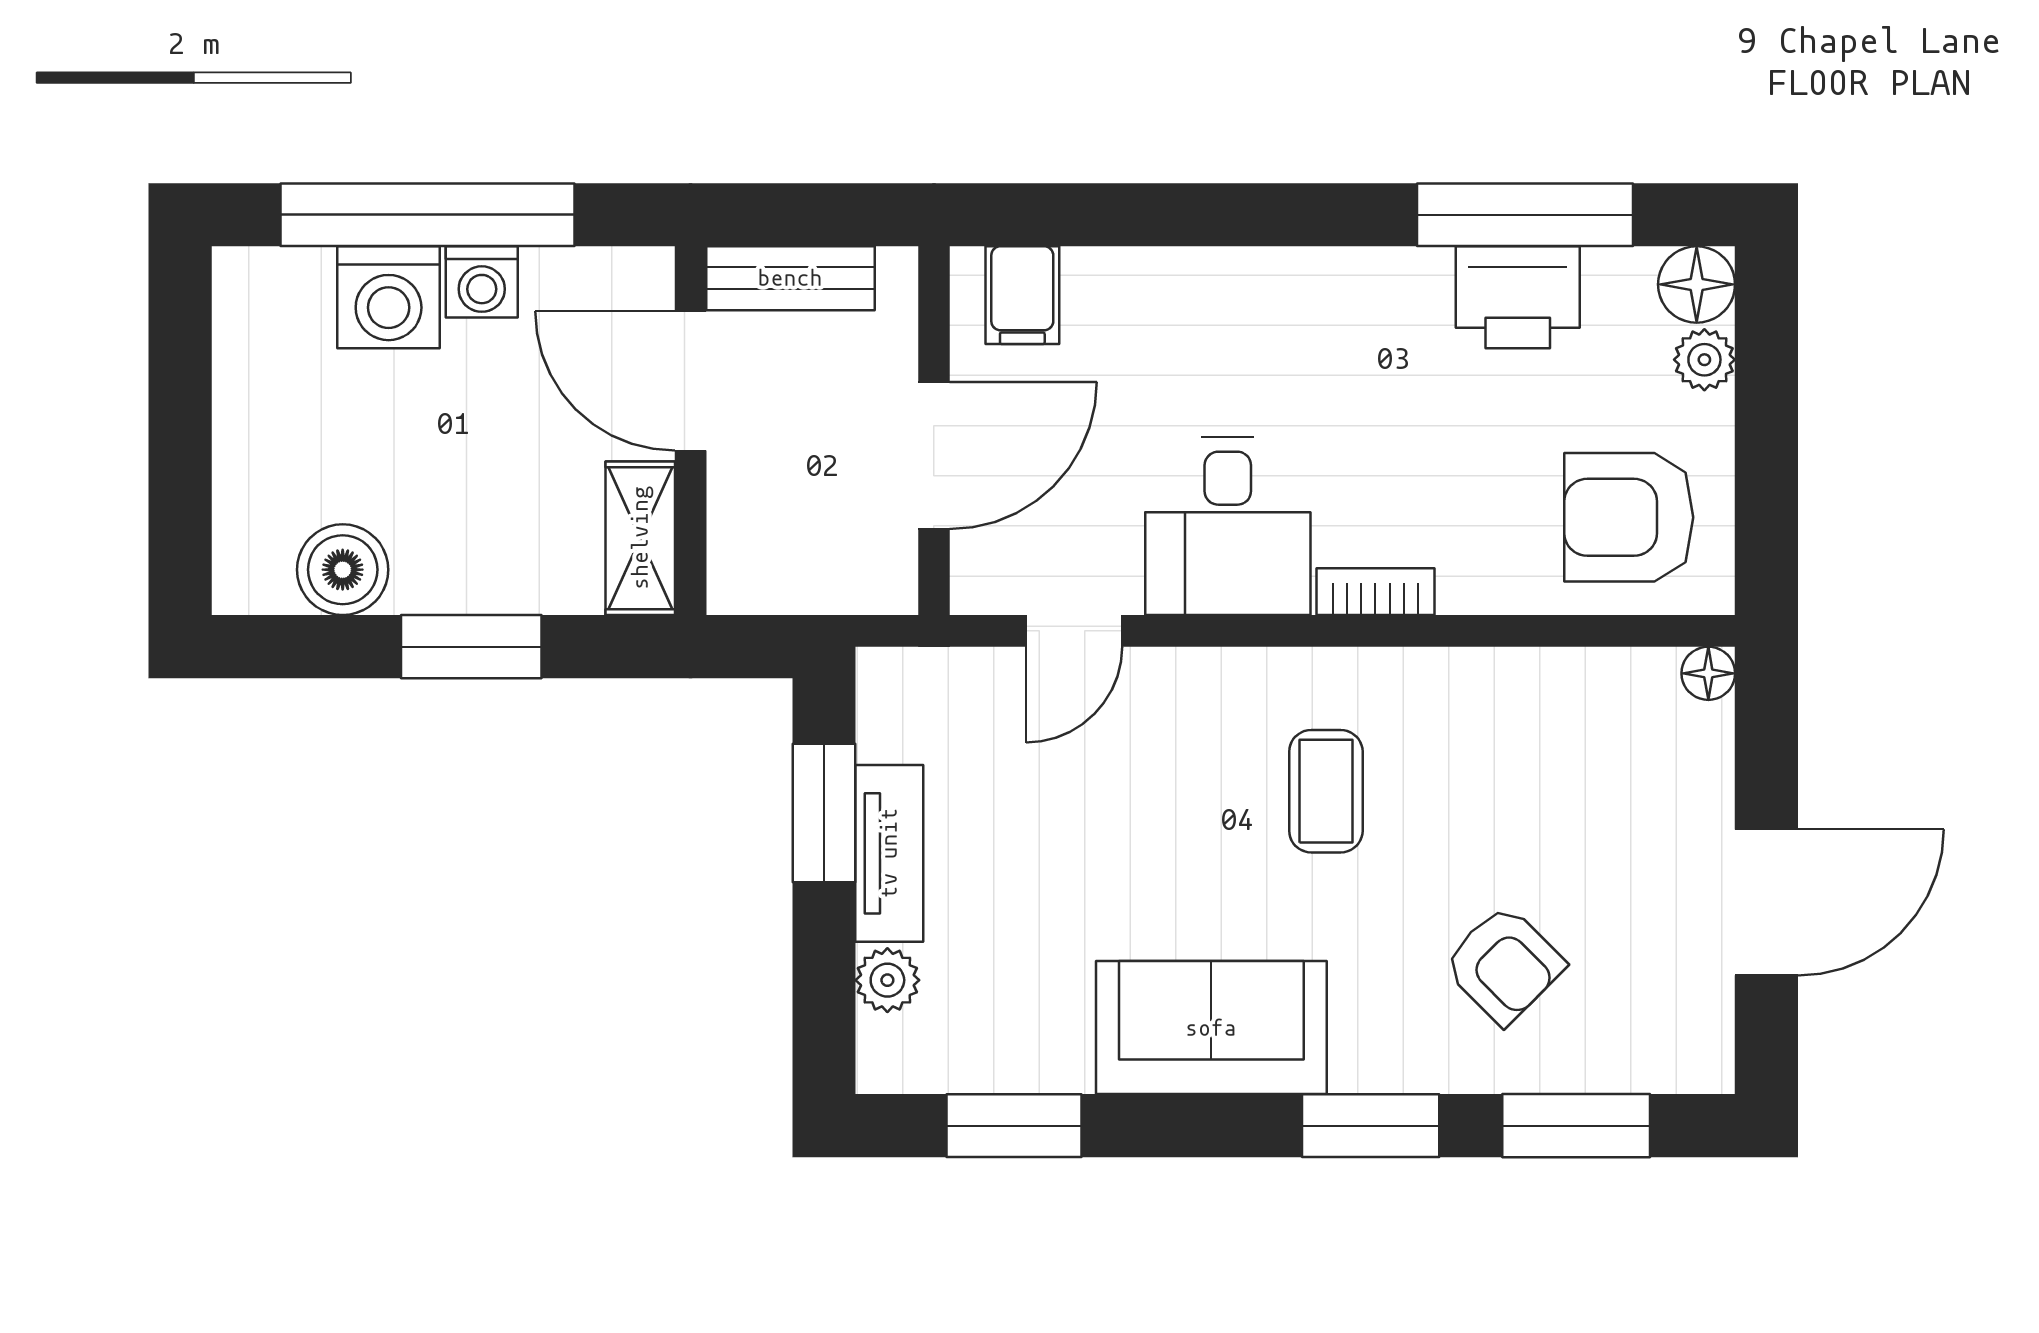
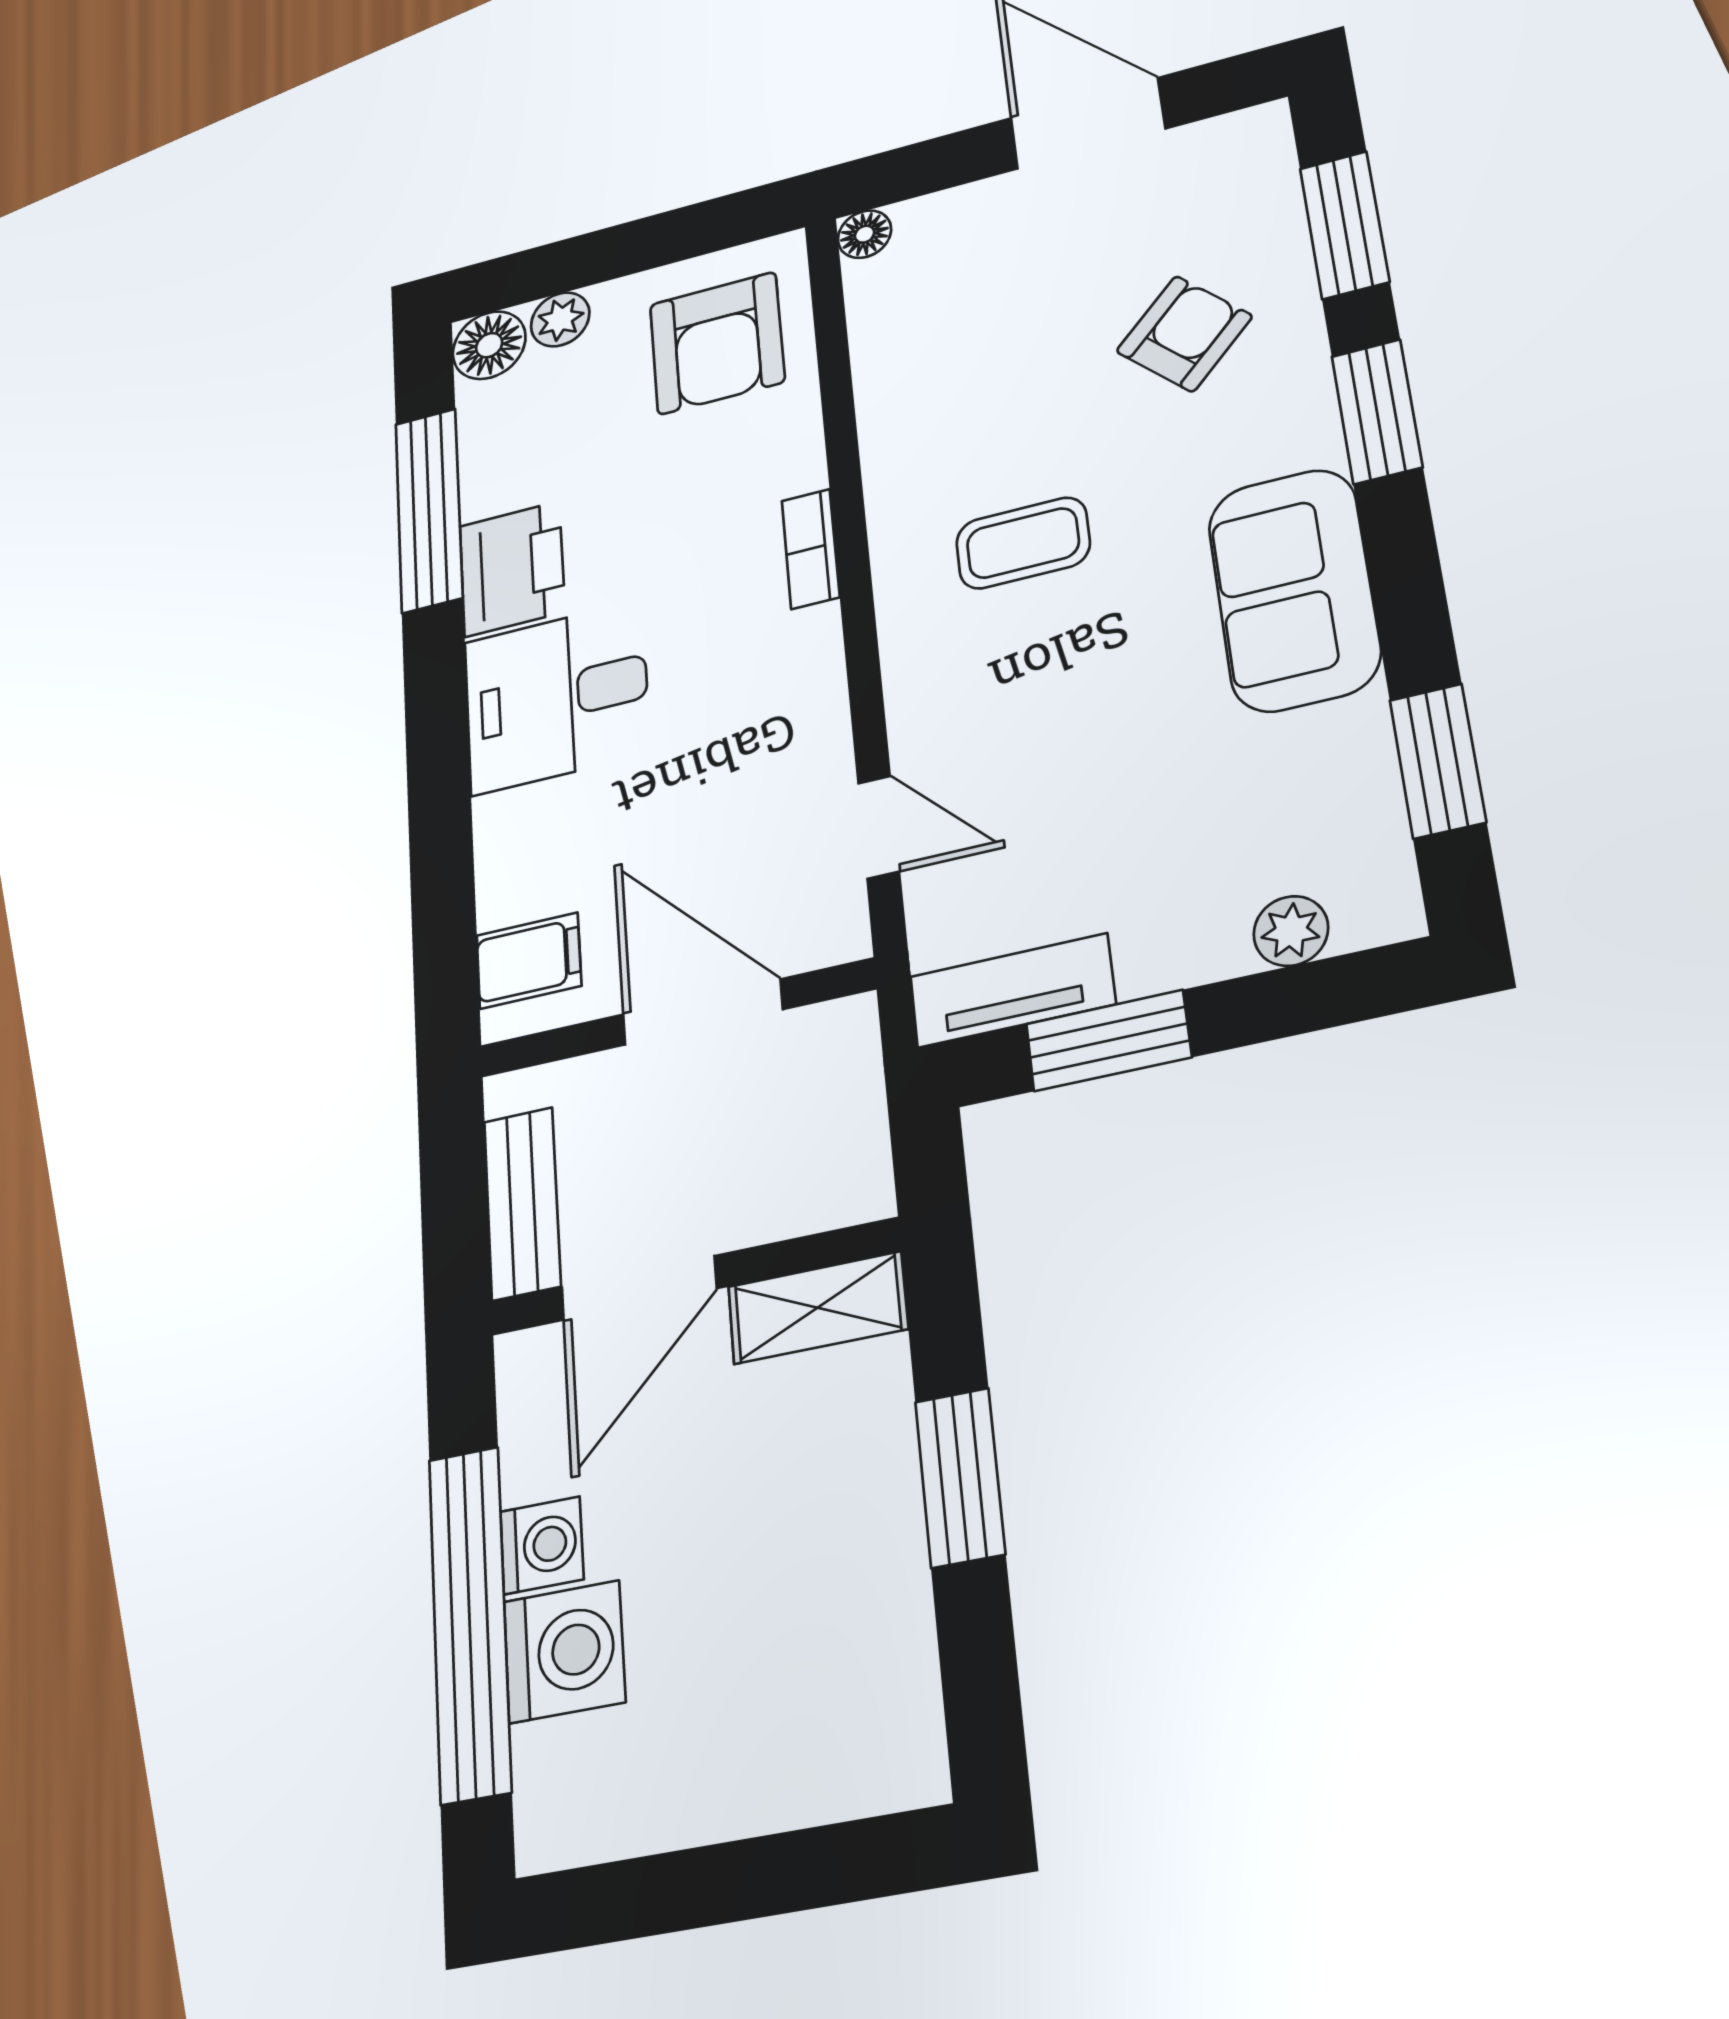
printer: (1518, 297) -> (512, 569), moved
desk: (1228, 526) -> (557, 697), moved, turned 180
boiler: (343, 570) -> (884, 1649), removed
tv unit: (889, 853) -> (1012, 990), moved

